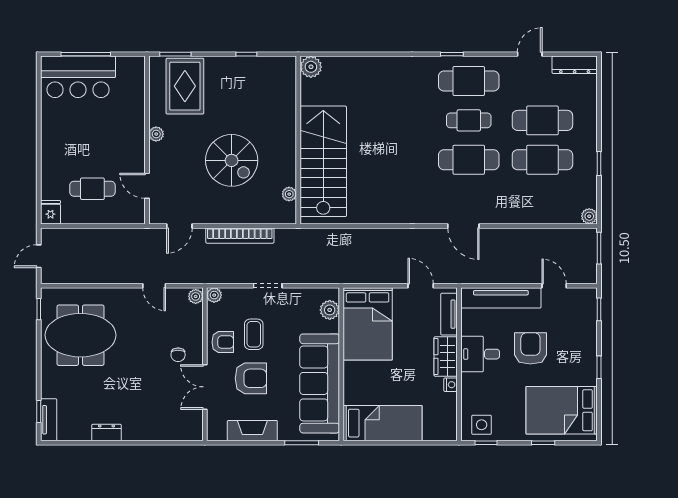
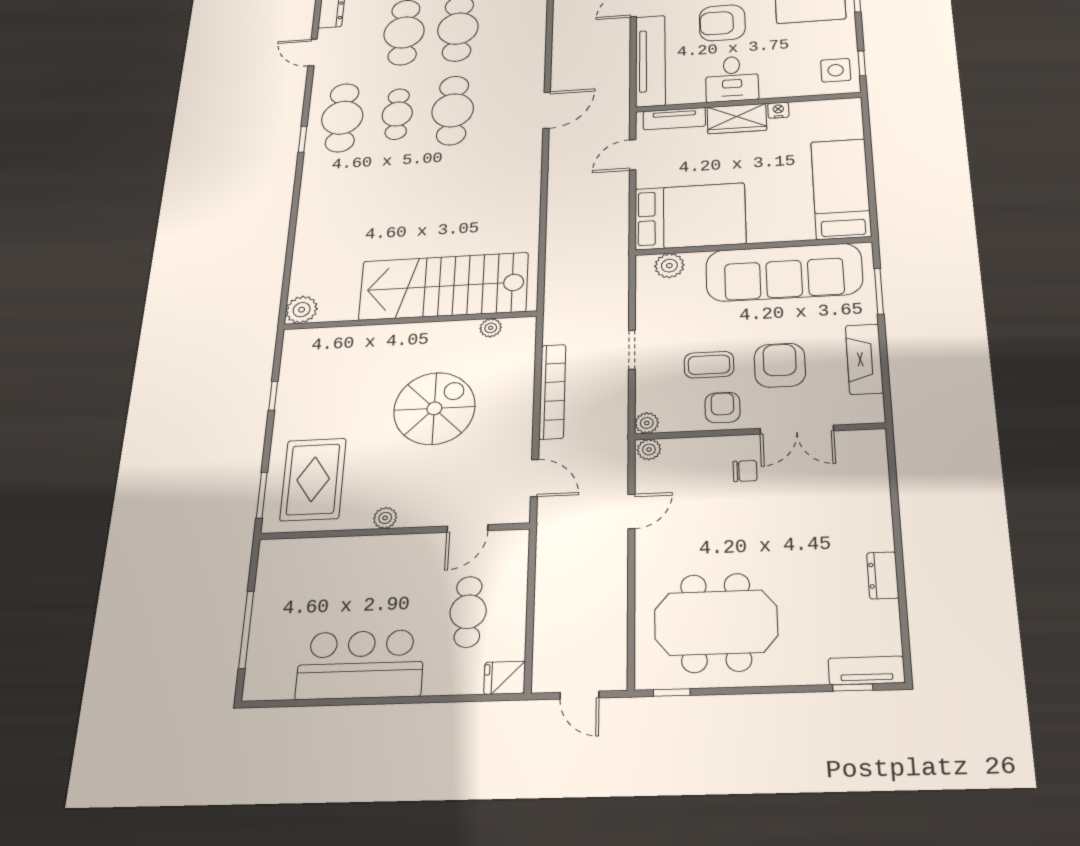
bar counter: (78, 77) -> (360, 665), moved, turned -90
rug: (185, 86) -> (313, 479), turned 90
meeting table: (80, 335) -> (716, 623), turned 90

